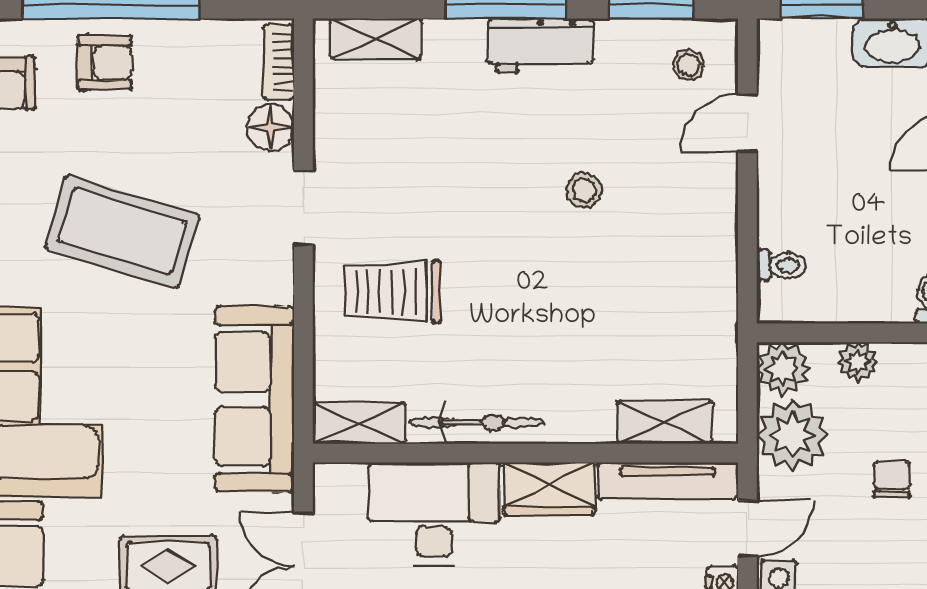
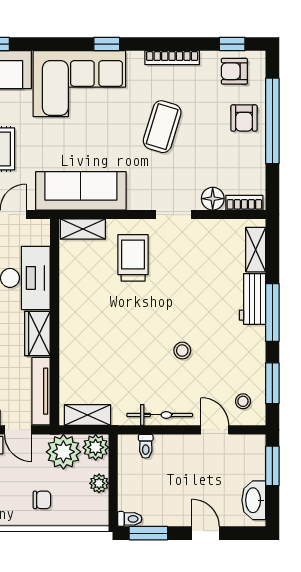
workbench: (541, 45) -> (252, 299), moved
coffee table: (122, 232) -> (162, 127), width x0.73, depth x0.76
bicycle: (477, 422) -> (160, 415), moved, turned -90
shelving: (665, 422) -> (87, 415), moved, turned 90
shelving: (359, 423) -> (83, 229), moved, turned 90

